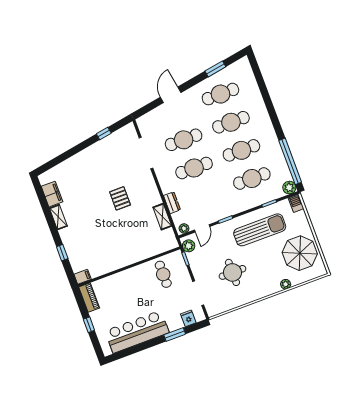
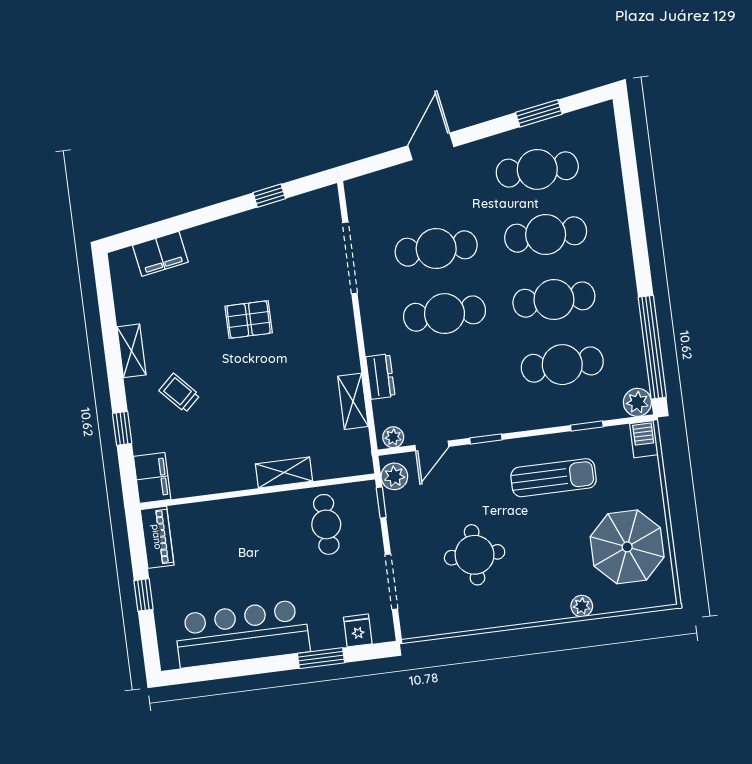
filing cabinet: (52, 194) -> (160, 254), moved, turned 80
pallet: (120, 198) -> (249, 320), moved, turned 90
sun lounger: (260, 230) -> (554, 478), width x0.73, depth x0.75
trolley: (84, 231) -> (179, 393), added
shelving: (139, 256) -> (284, 473), added
filing cabinet: (83, 277) -> (152, 478), width x2.00

